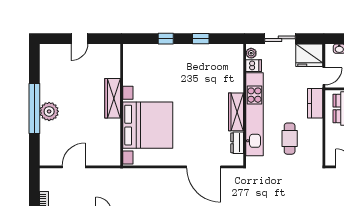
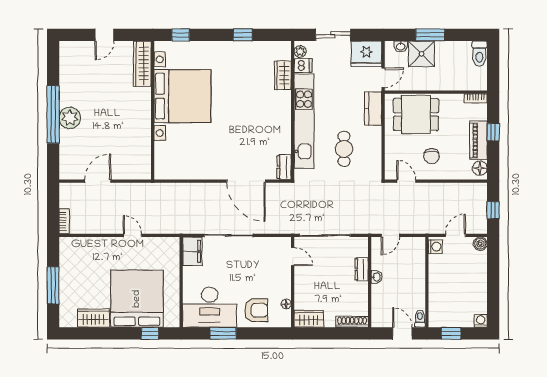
window: (166, 39) -> (181, 35), moved
wardrobe: (113, 98) -> (142, 64), moved
wardrobe: (236, 112) -> (283, 75), moved, width x0.67
bed with nightstands: (148, 125) -> (182, 96), moved
dresser: (237, 143) -> (284, 167), moved

